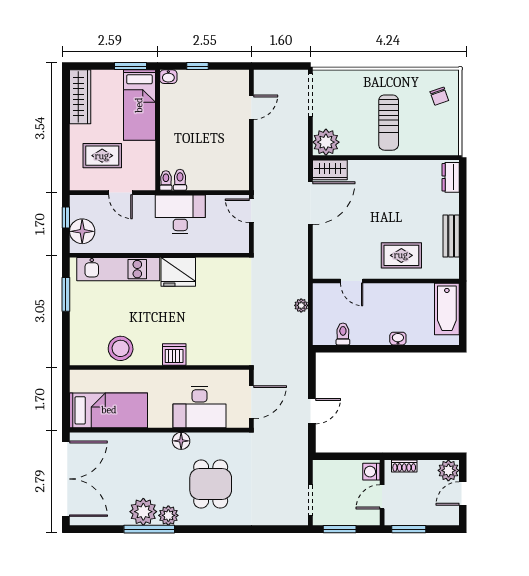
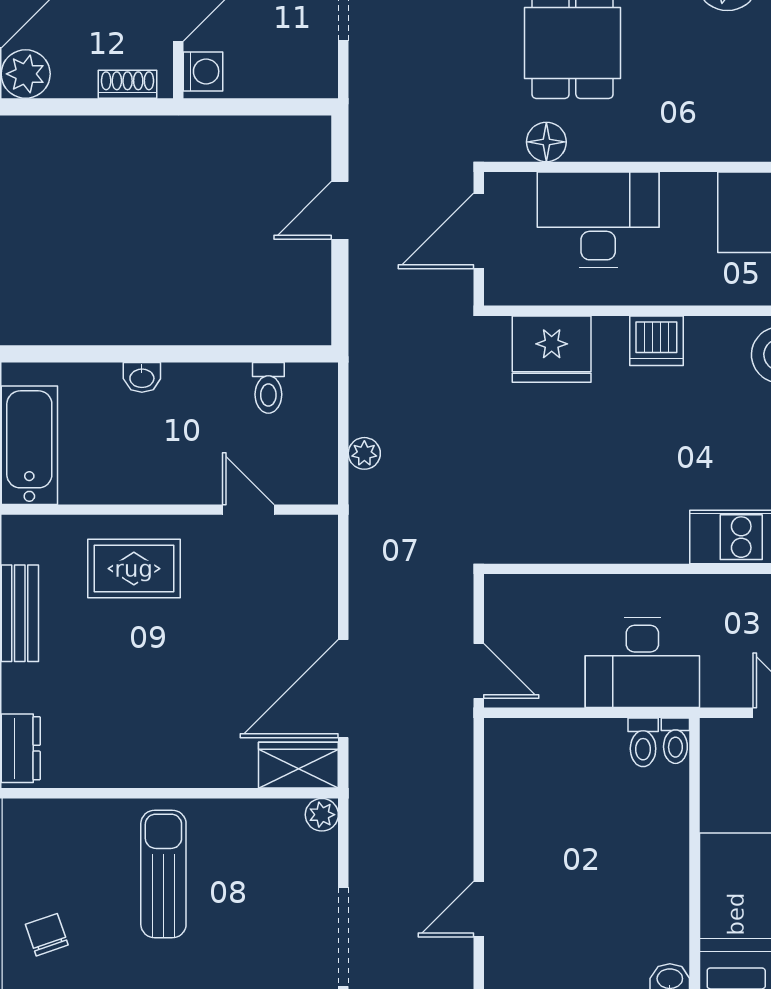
plant: (326, 142) -> (322, 815), width x0.53, depth x0.53
fridge: (178, 272) -> (552, 349), moved, turned 180
floor lamp: (181, 441) -> (546, 142), moved

